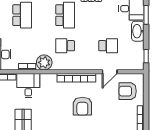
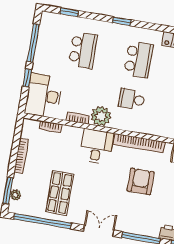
desk: (28, 86) -> (97, 147), moved
armchair: (82, 106) -> (141, 181), turned 180

